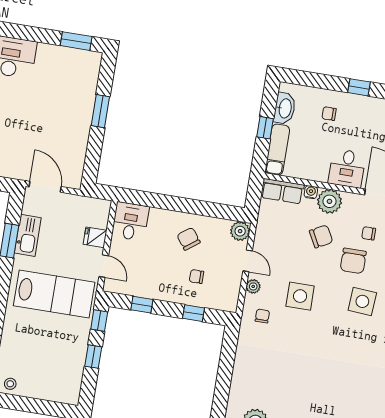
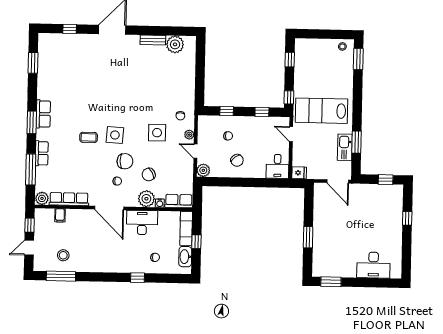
desk: (347, 168) -> (142, 223), width x1.37
fridge: (95, 237) -> (299, 173), moved
chair: (353, 261) -> (125, 161), turned 90
window: (93, 357) -> (290, 60), moved

